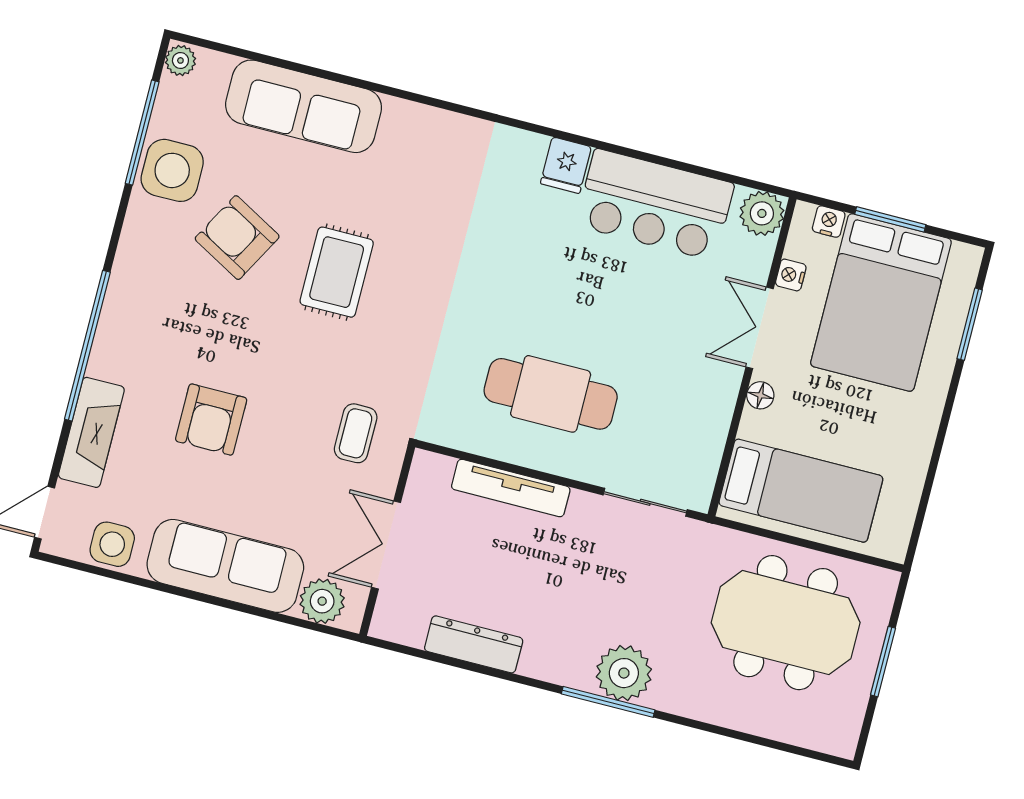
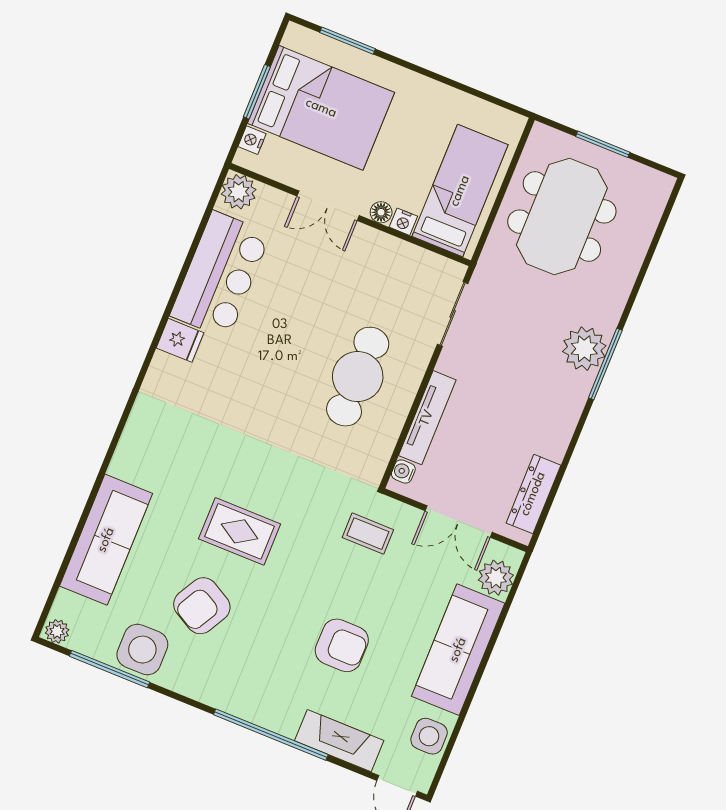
nightstand: (791, 275) -> (403, 222), moved
water cooler: (439, 467) -> (403, 472), added
dresser: (474, 644) -> (533, 494), moved

